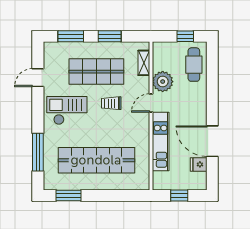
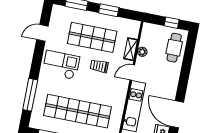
shelving: (144, 63) -> (131, 49), moved
plant: (163, 82) -> (142, 52), width x0.53, depth x0.53

